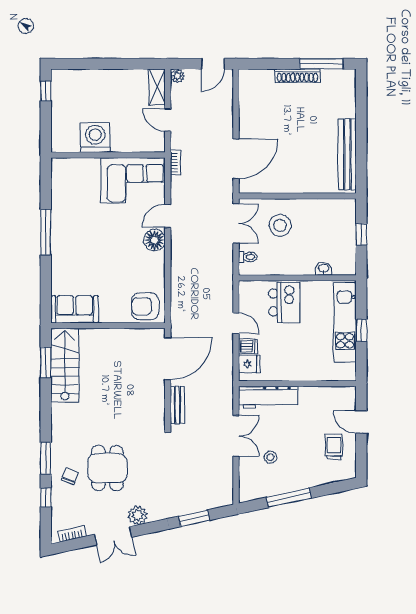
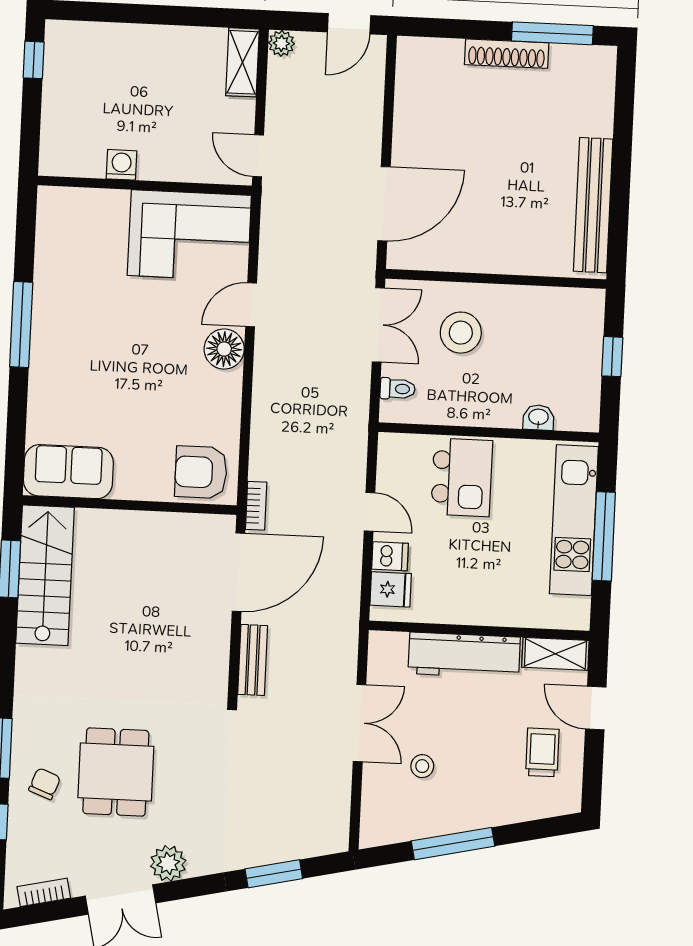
door: (168, 120) -> (258, 156), moved
washing machine: (95, 138) -> (121, 165), width x0.53, depth x0.53
bookcase: (175, 162) -> (256, 506), moved
window: (361, 330) -> (604, 536), width x2.17
shelving: (339, 394) -> (555, 654), added
workbench: (268, 397) -> (464, 655), moved

